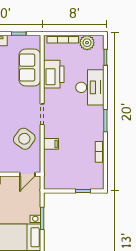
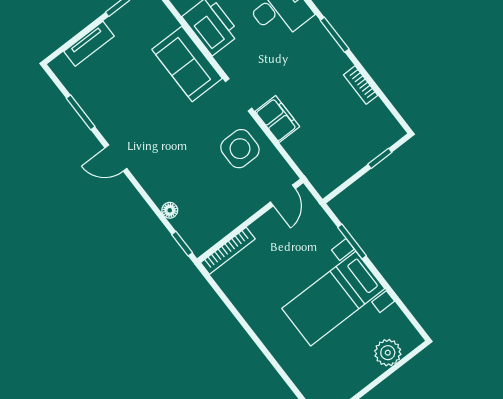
sofa: (30, 68) -> (187, 64), moved
side table: (24, 139) -> (240, 149), turned -36
filing cabinet: (51, 144) -> (277, 119), width x2.00

